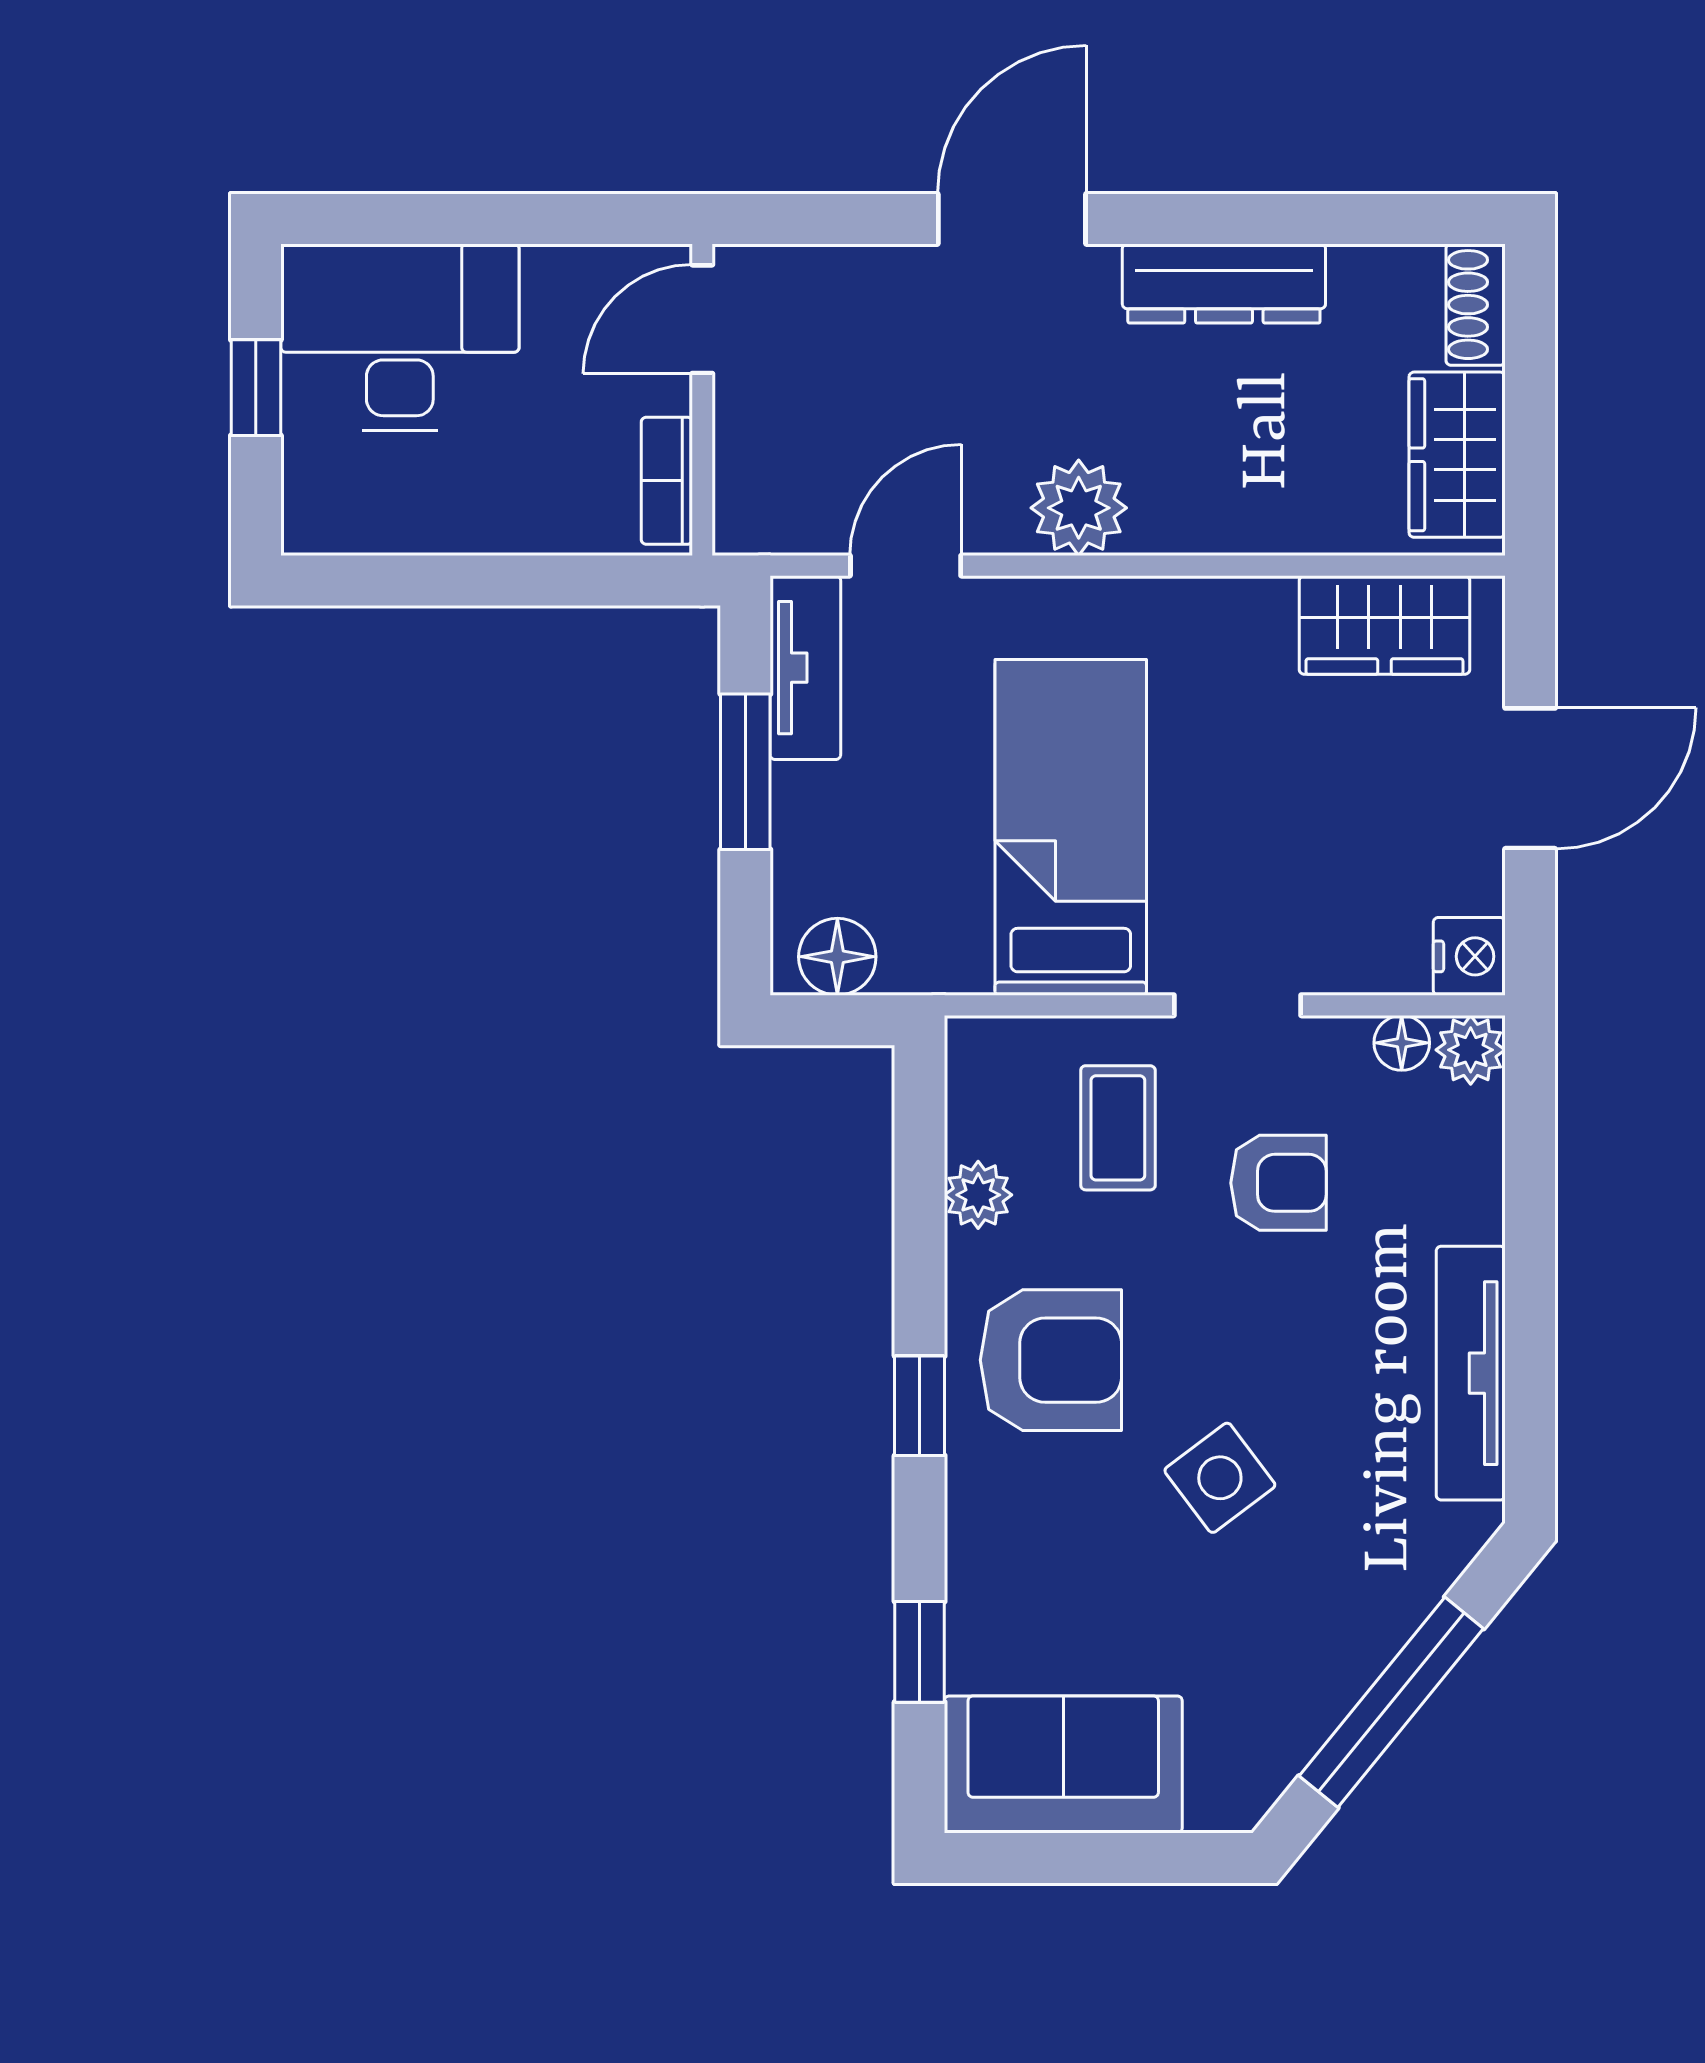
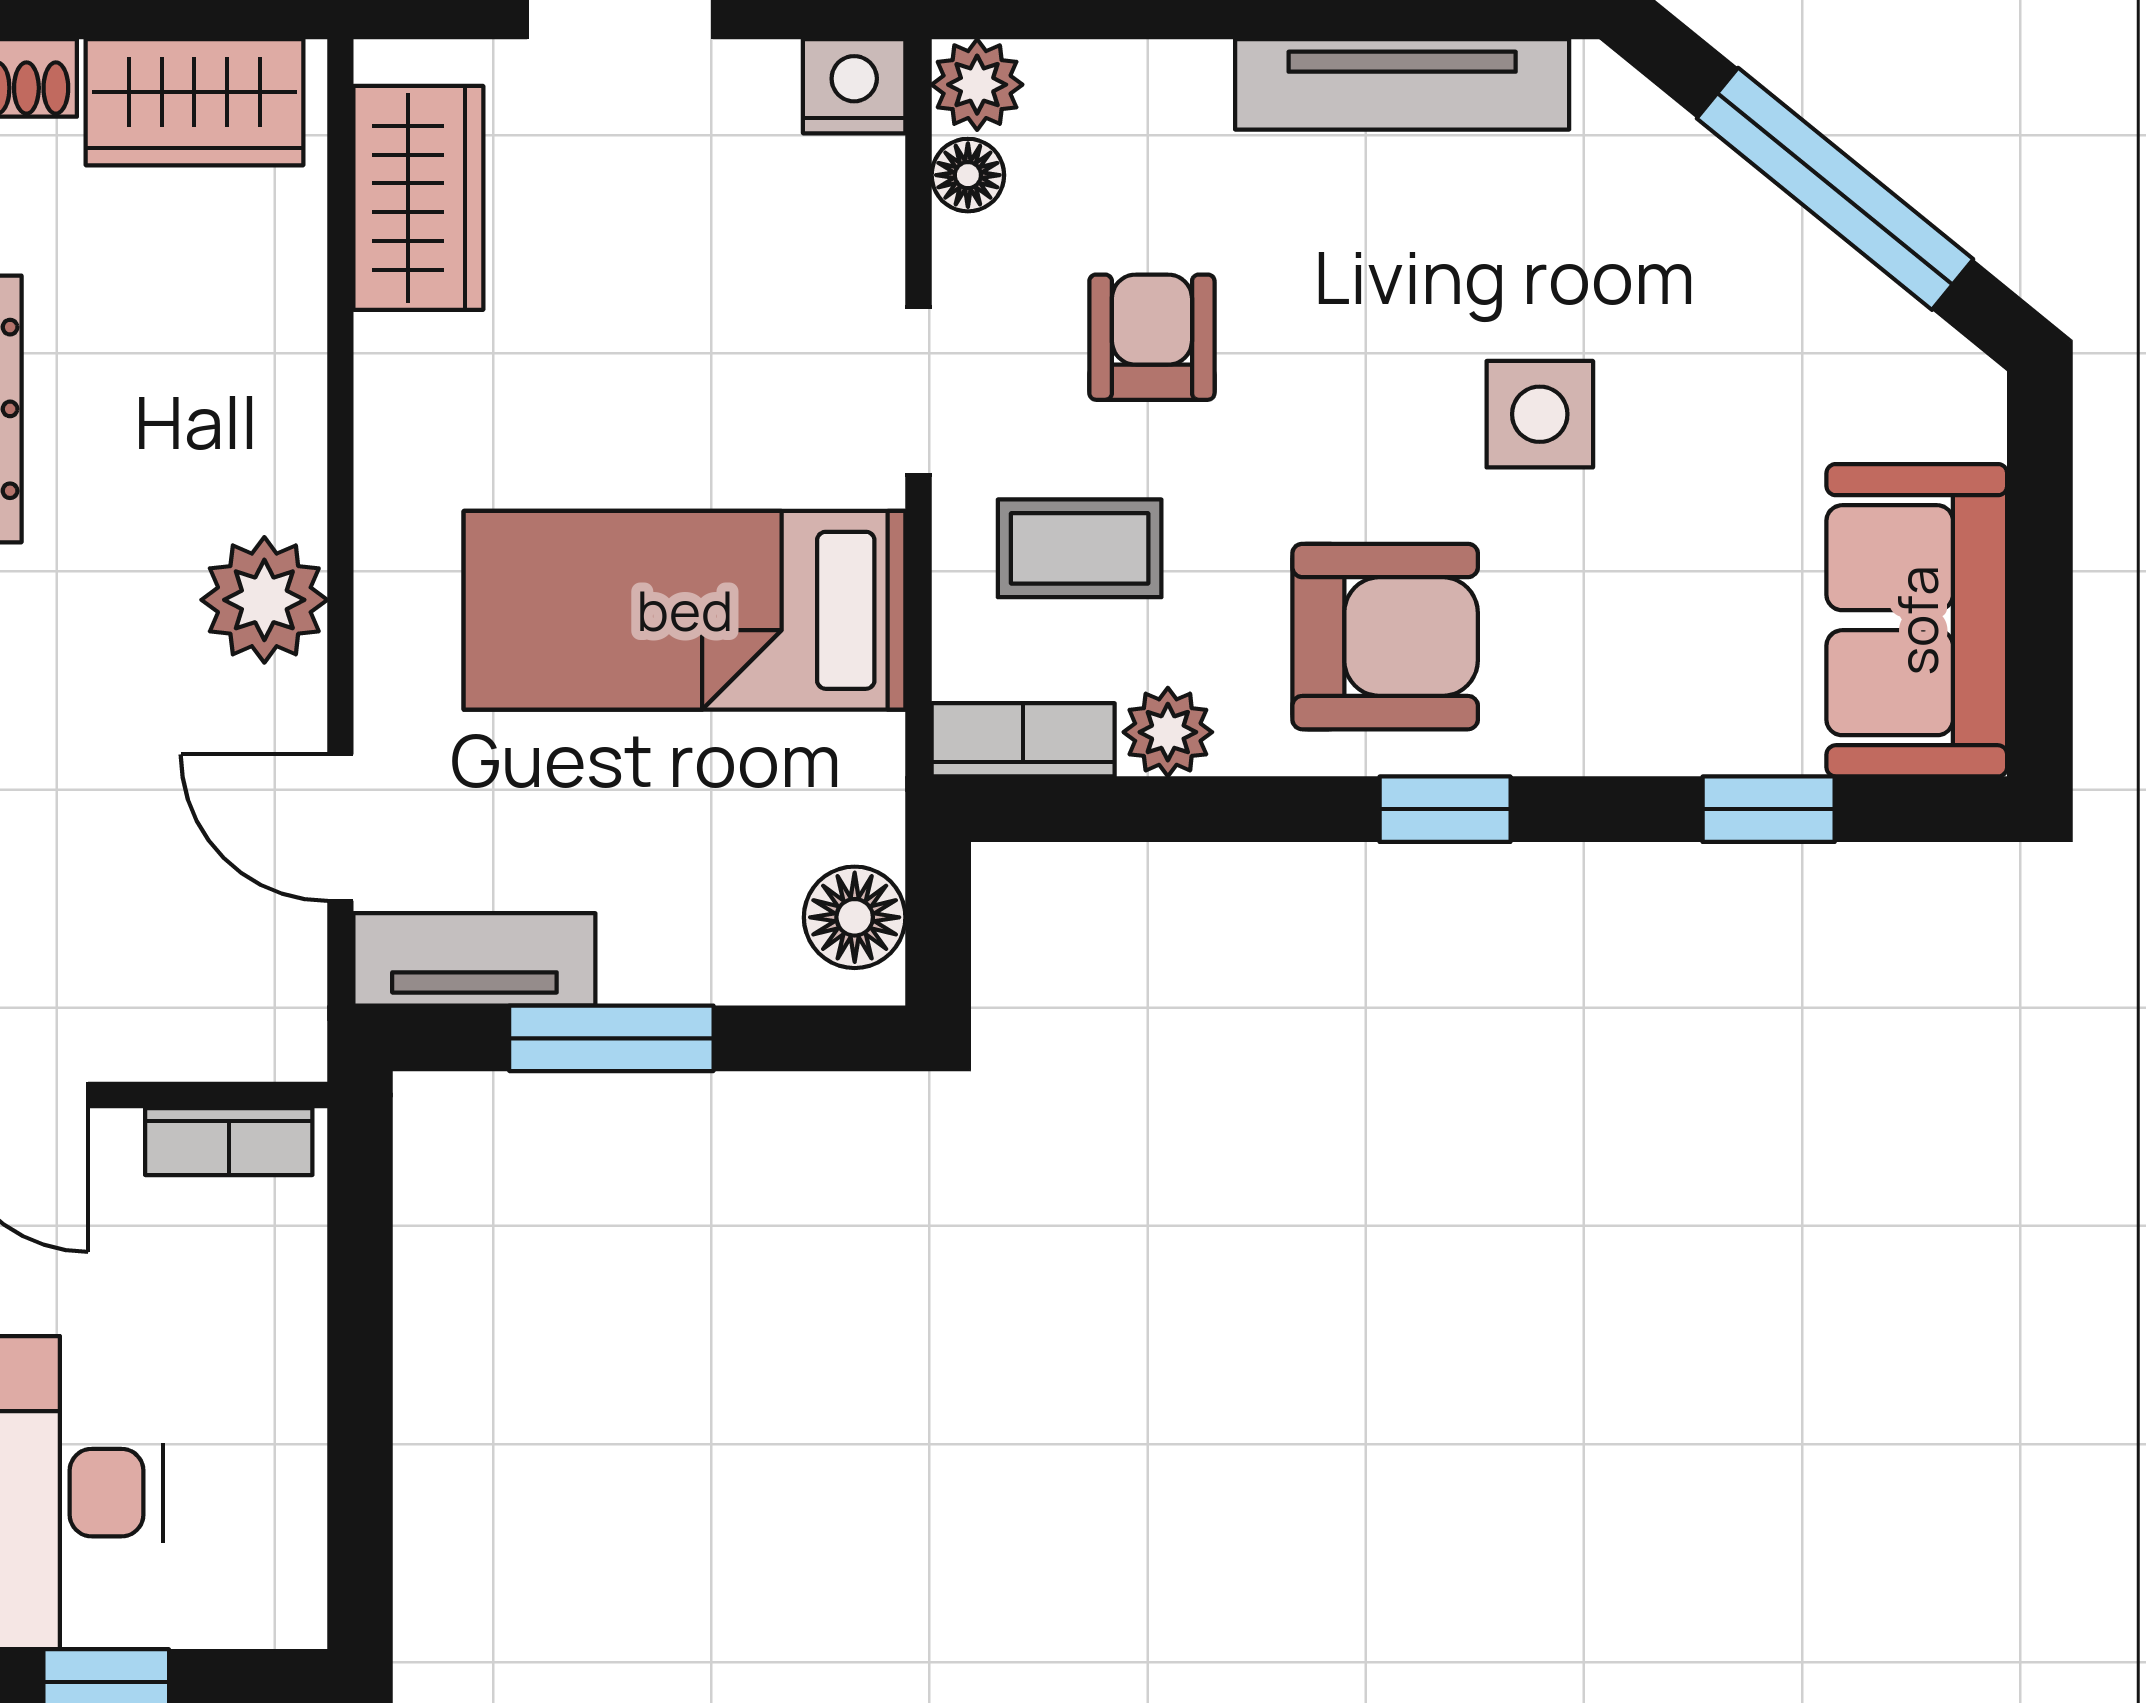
bookcase: (972, 1085) -> (1023, 740), added
armchair: (1051, 1360) -> (1385, 637), turned 90
side table: (1220, 1478) -> (1540, 414), turned 37

